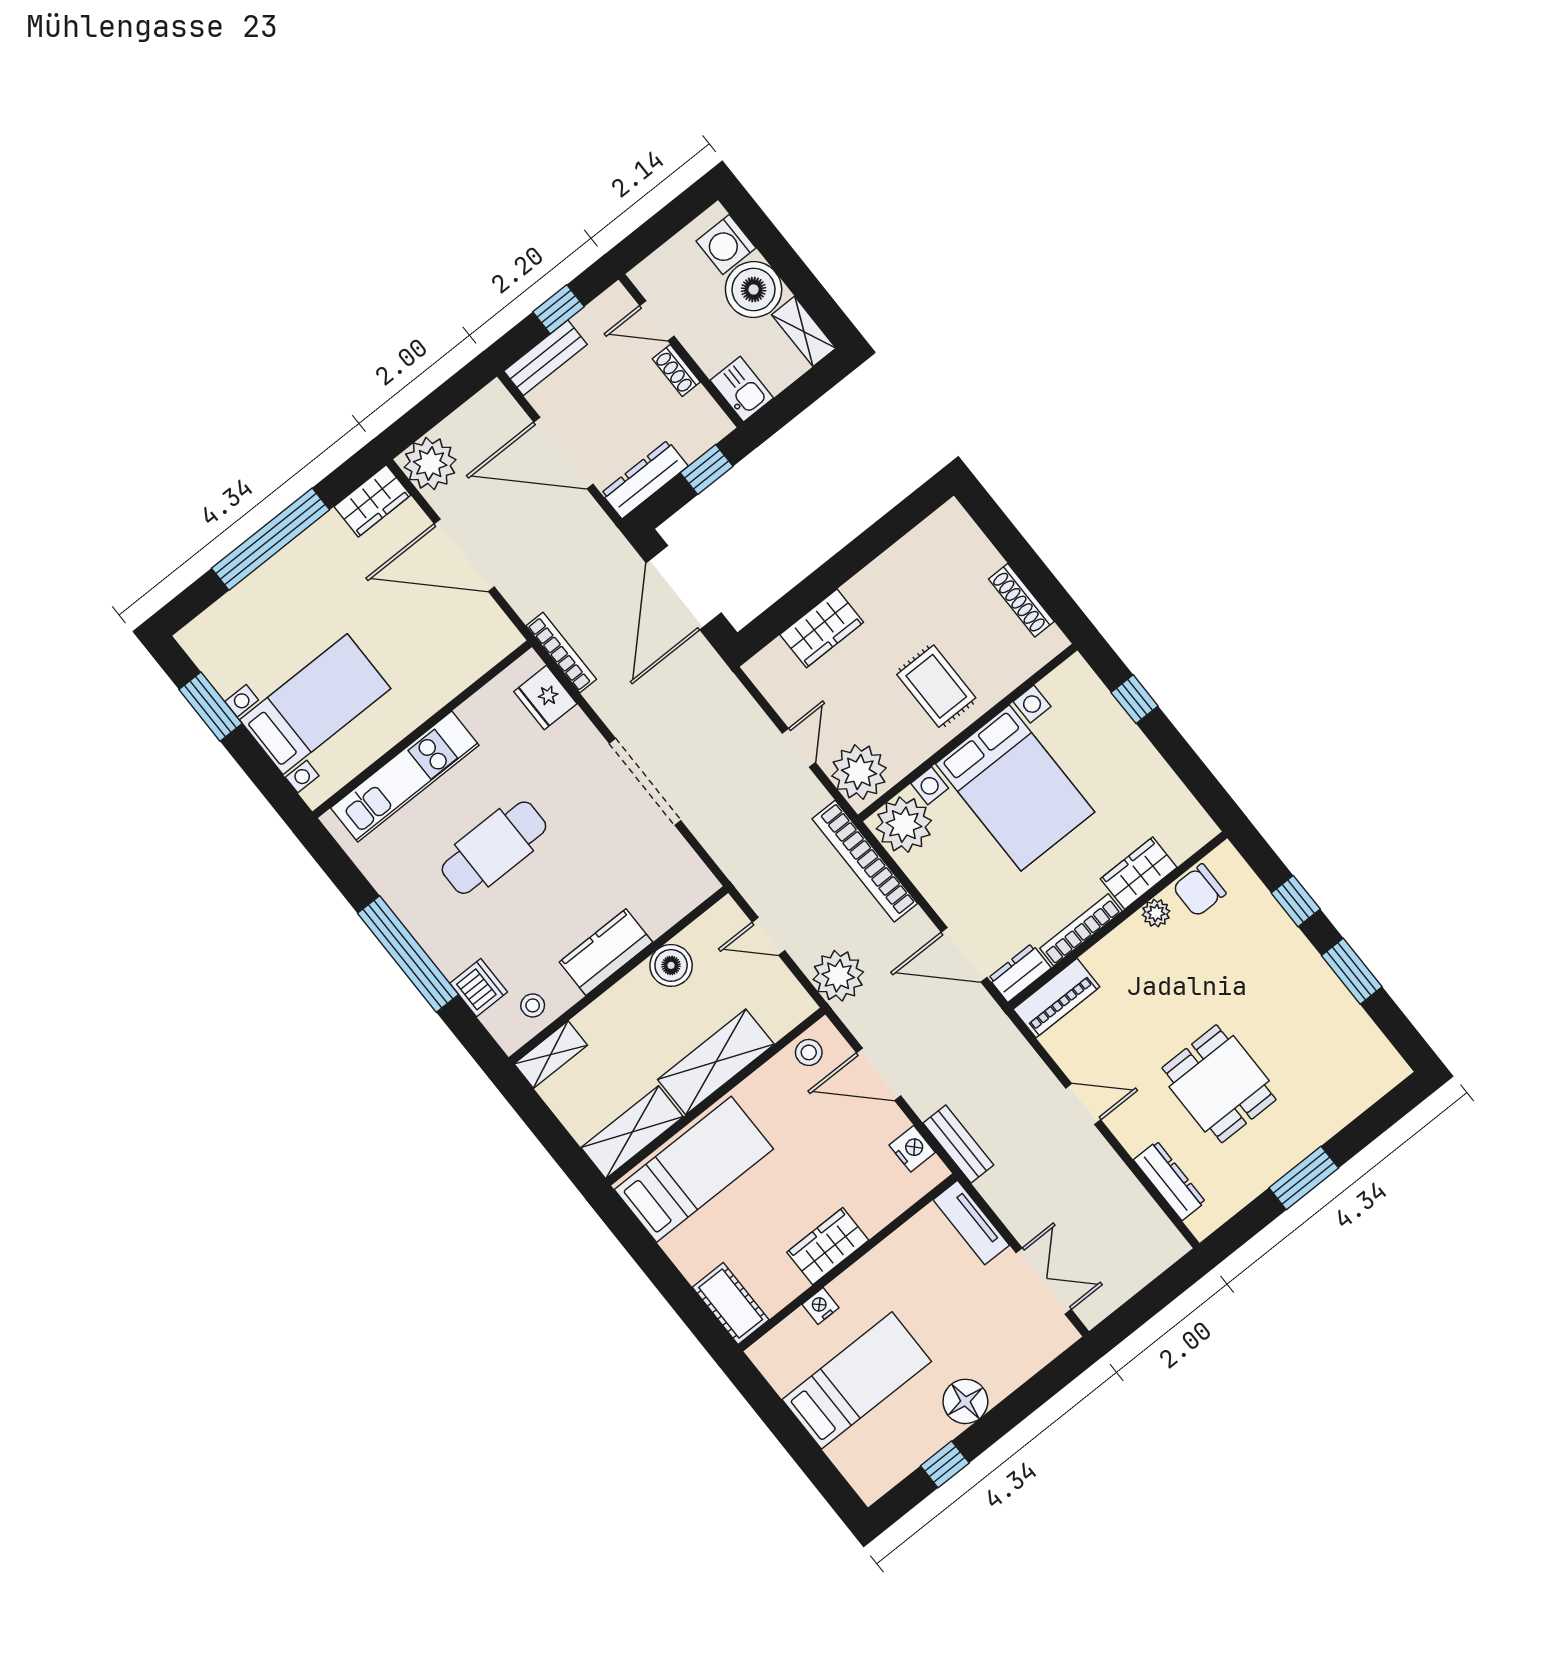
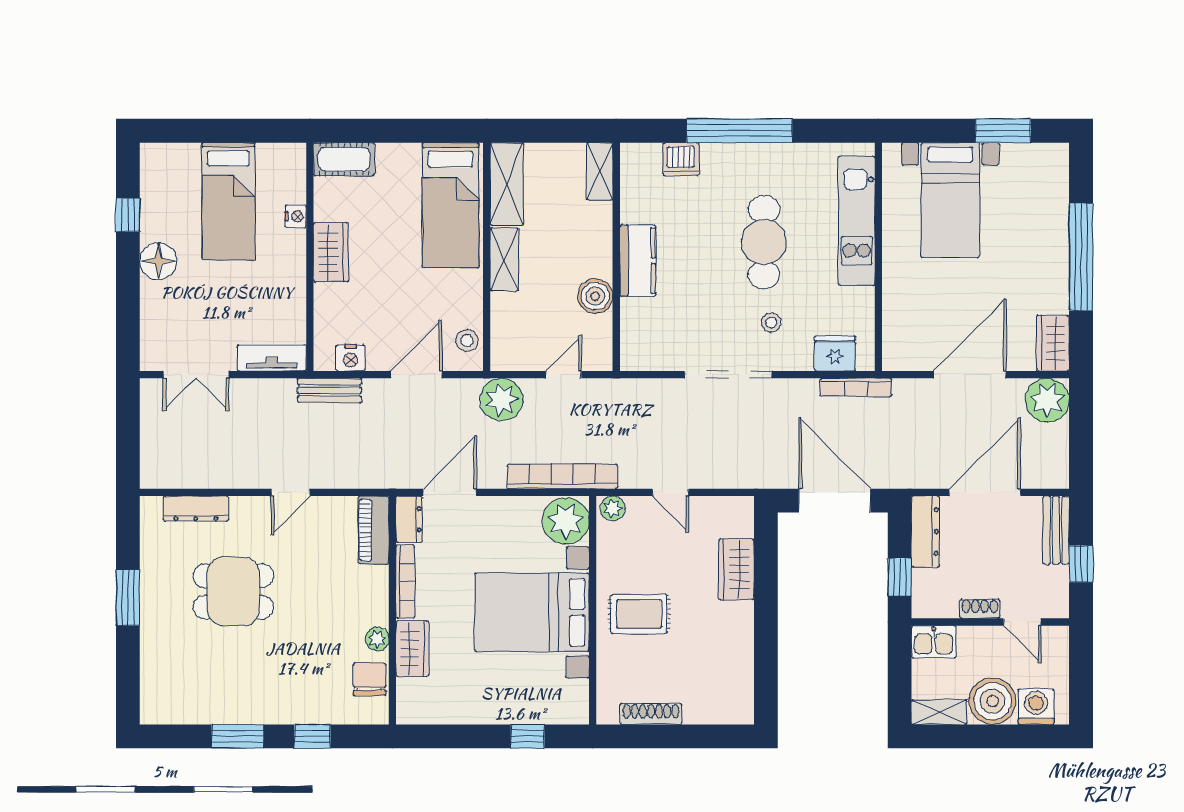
door: (657, 321) -> (1022, 622), swing flipped
plant: (859, 772) -> (613, 508), width x0.53, depth x0.53
stool: (533, 1005) -> (771, 323), moved
shelving: (716, 1062) -> (504, 259), width x0.67, depth x0.75

